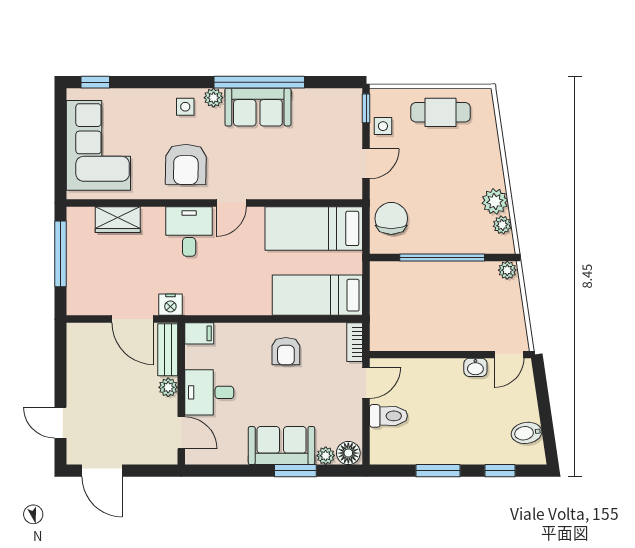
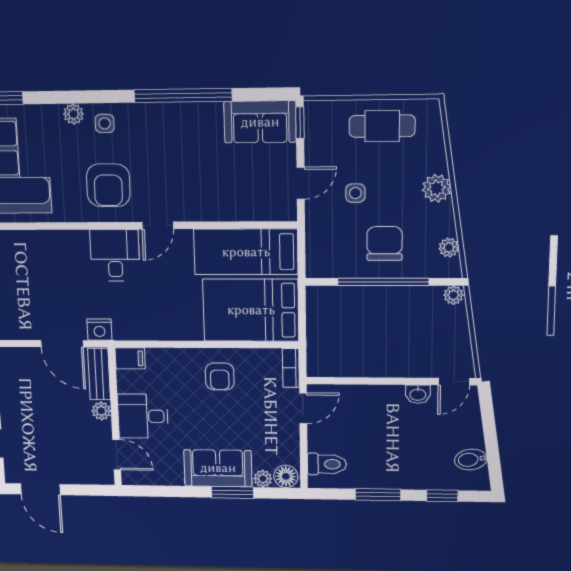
plant: (214, 98) -> (74, 114), moved
sofa: (258, 107) -> (260, 122), moved
side table: (383, 126) -> (355, 193), moved
plant: (495, 201) -> (437, 188), moved
chair: (391, 218) -> (384, 243), moved
wardrobe: (118, 220) -> (41, 243), removed
bed: (317, 295) -> (251, 310), width x1.50
toilet: (388, 416) -> (327, 464), moved

